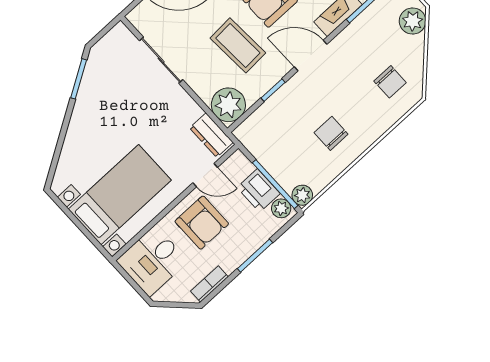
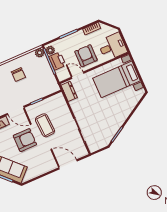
plant: (228, 105) -> (58, 102), removed

